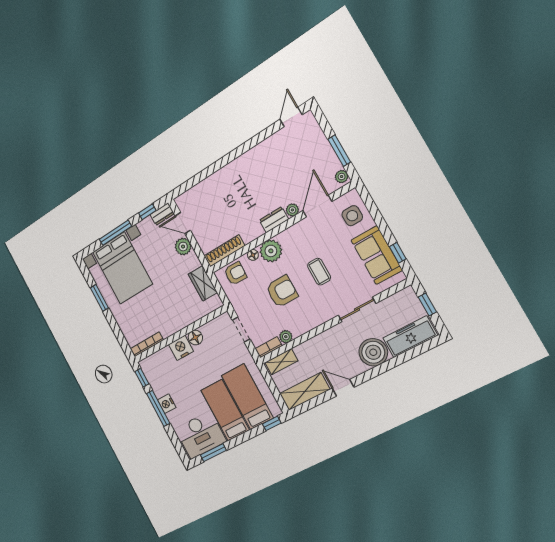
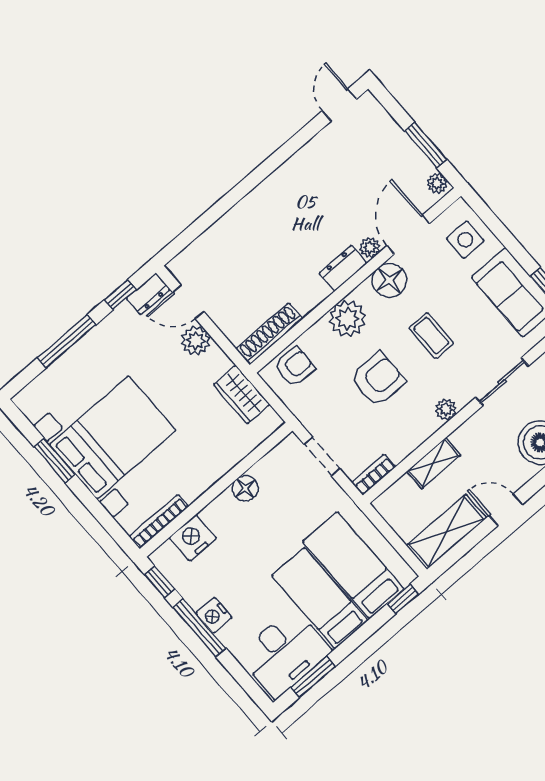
floor lamp: (253, 255) -> (389, 280), moved, width x1.89, depth x1.89
bed with nightstands: (122, 268) -> (113, 437), moved, turned -90
plant: (286, 337) -> (446, 409), moved
nightstand: (181, 348) -> (193, 538), moved
shelving: (281, 362) -> (434, 463), moved

